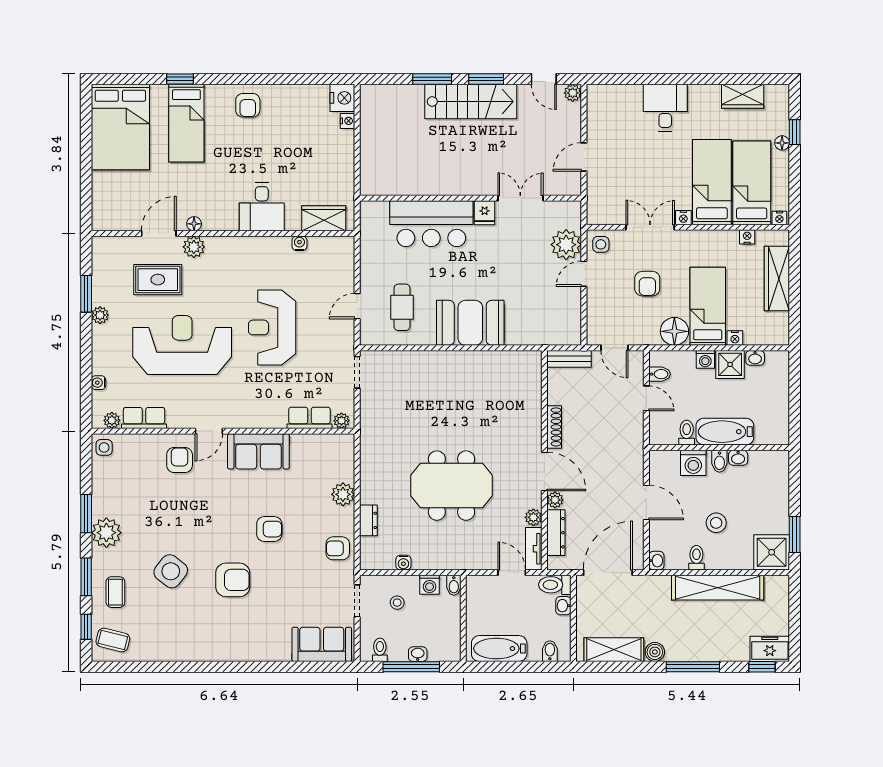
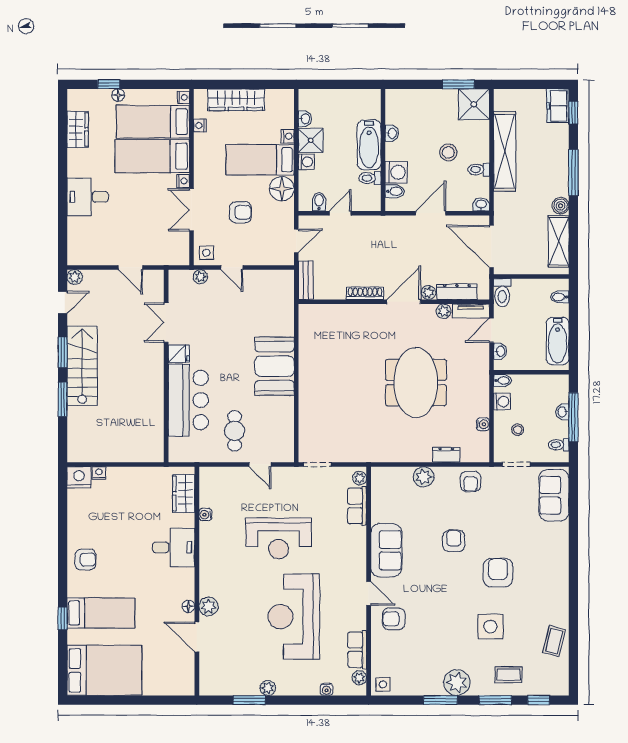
plant: (566, 245) -> (200, 277), width x0.53, depth x0.53
rug: (158, 280) -> (237, 638), removed
cafe table: (402, 307) -> (235, 431), moved, turned 90
bidet: (719, 461) -> (395, 191), moved
side table: (171, 571) -> (490, 627), turned -38
washbasin: (563, 606) -> (500, 351), moved, turned -90
coffee table: (113, 640) -> (554, 641), moved

